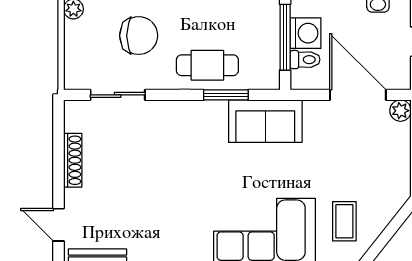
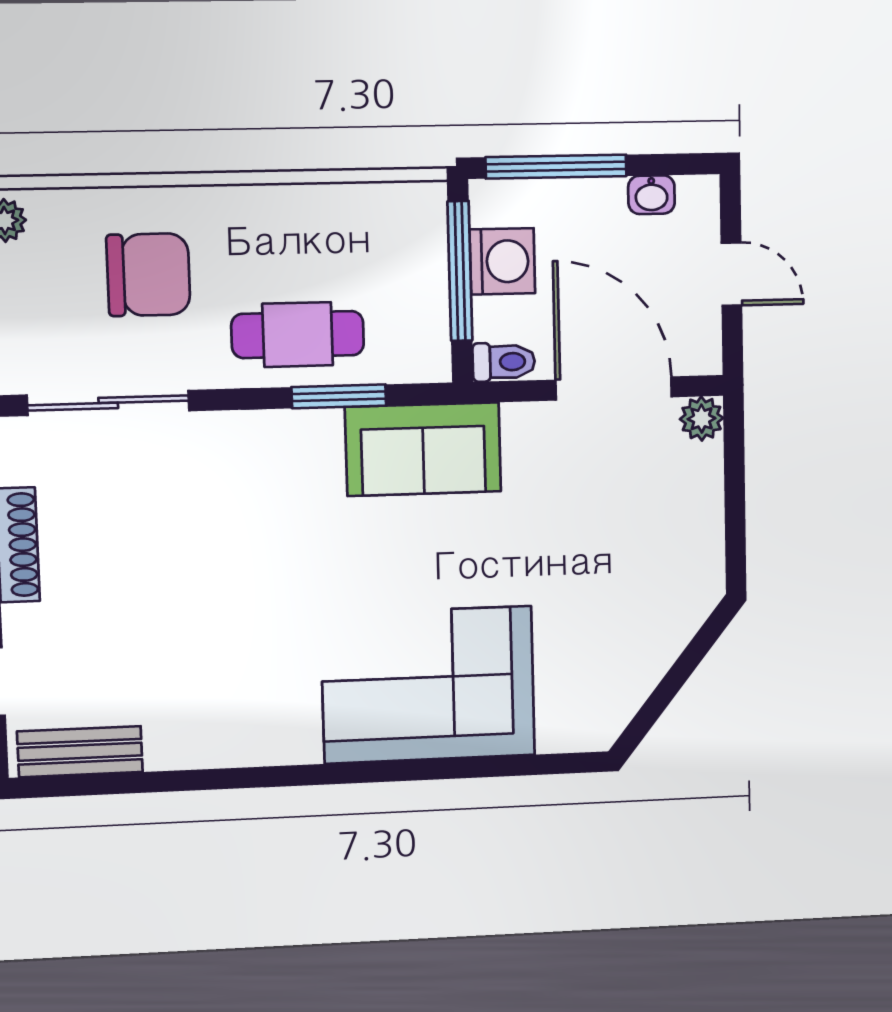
toilet: (305, 60) -> (504, 362), moved
sliding door: (118, 95) -> (108, 403), width x1.37
coffee table: (344, 221) -> (591, 650), removed

